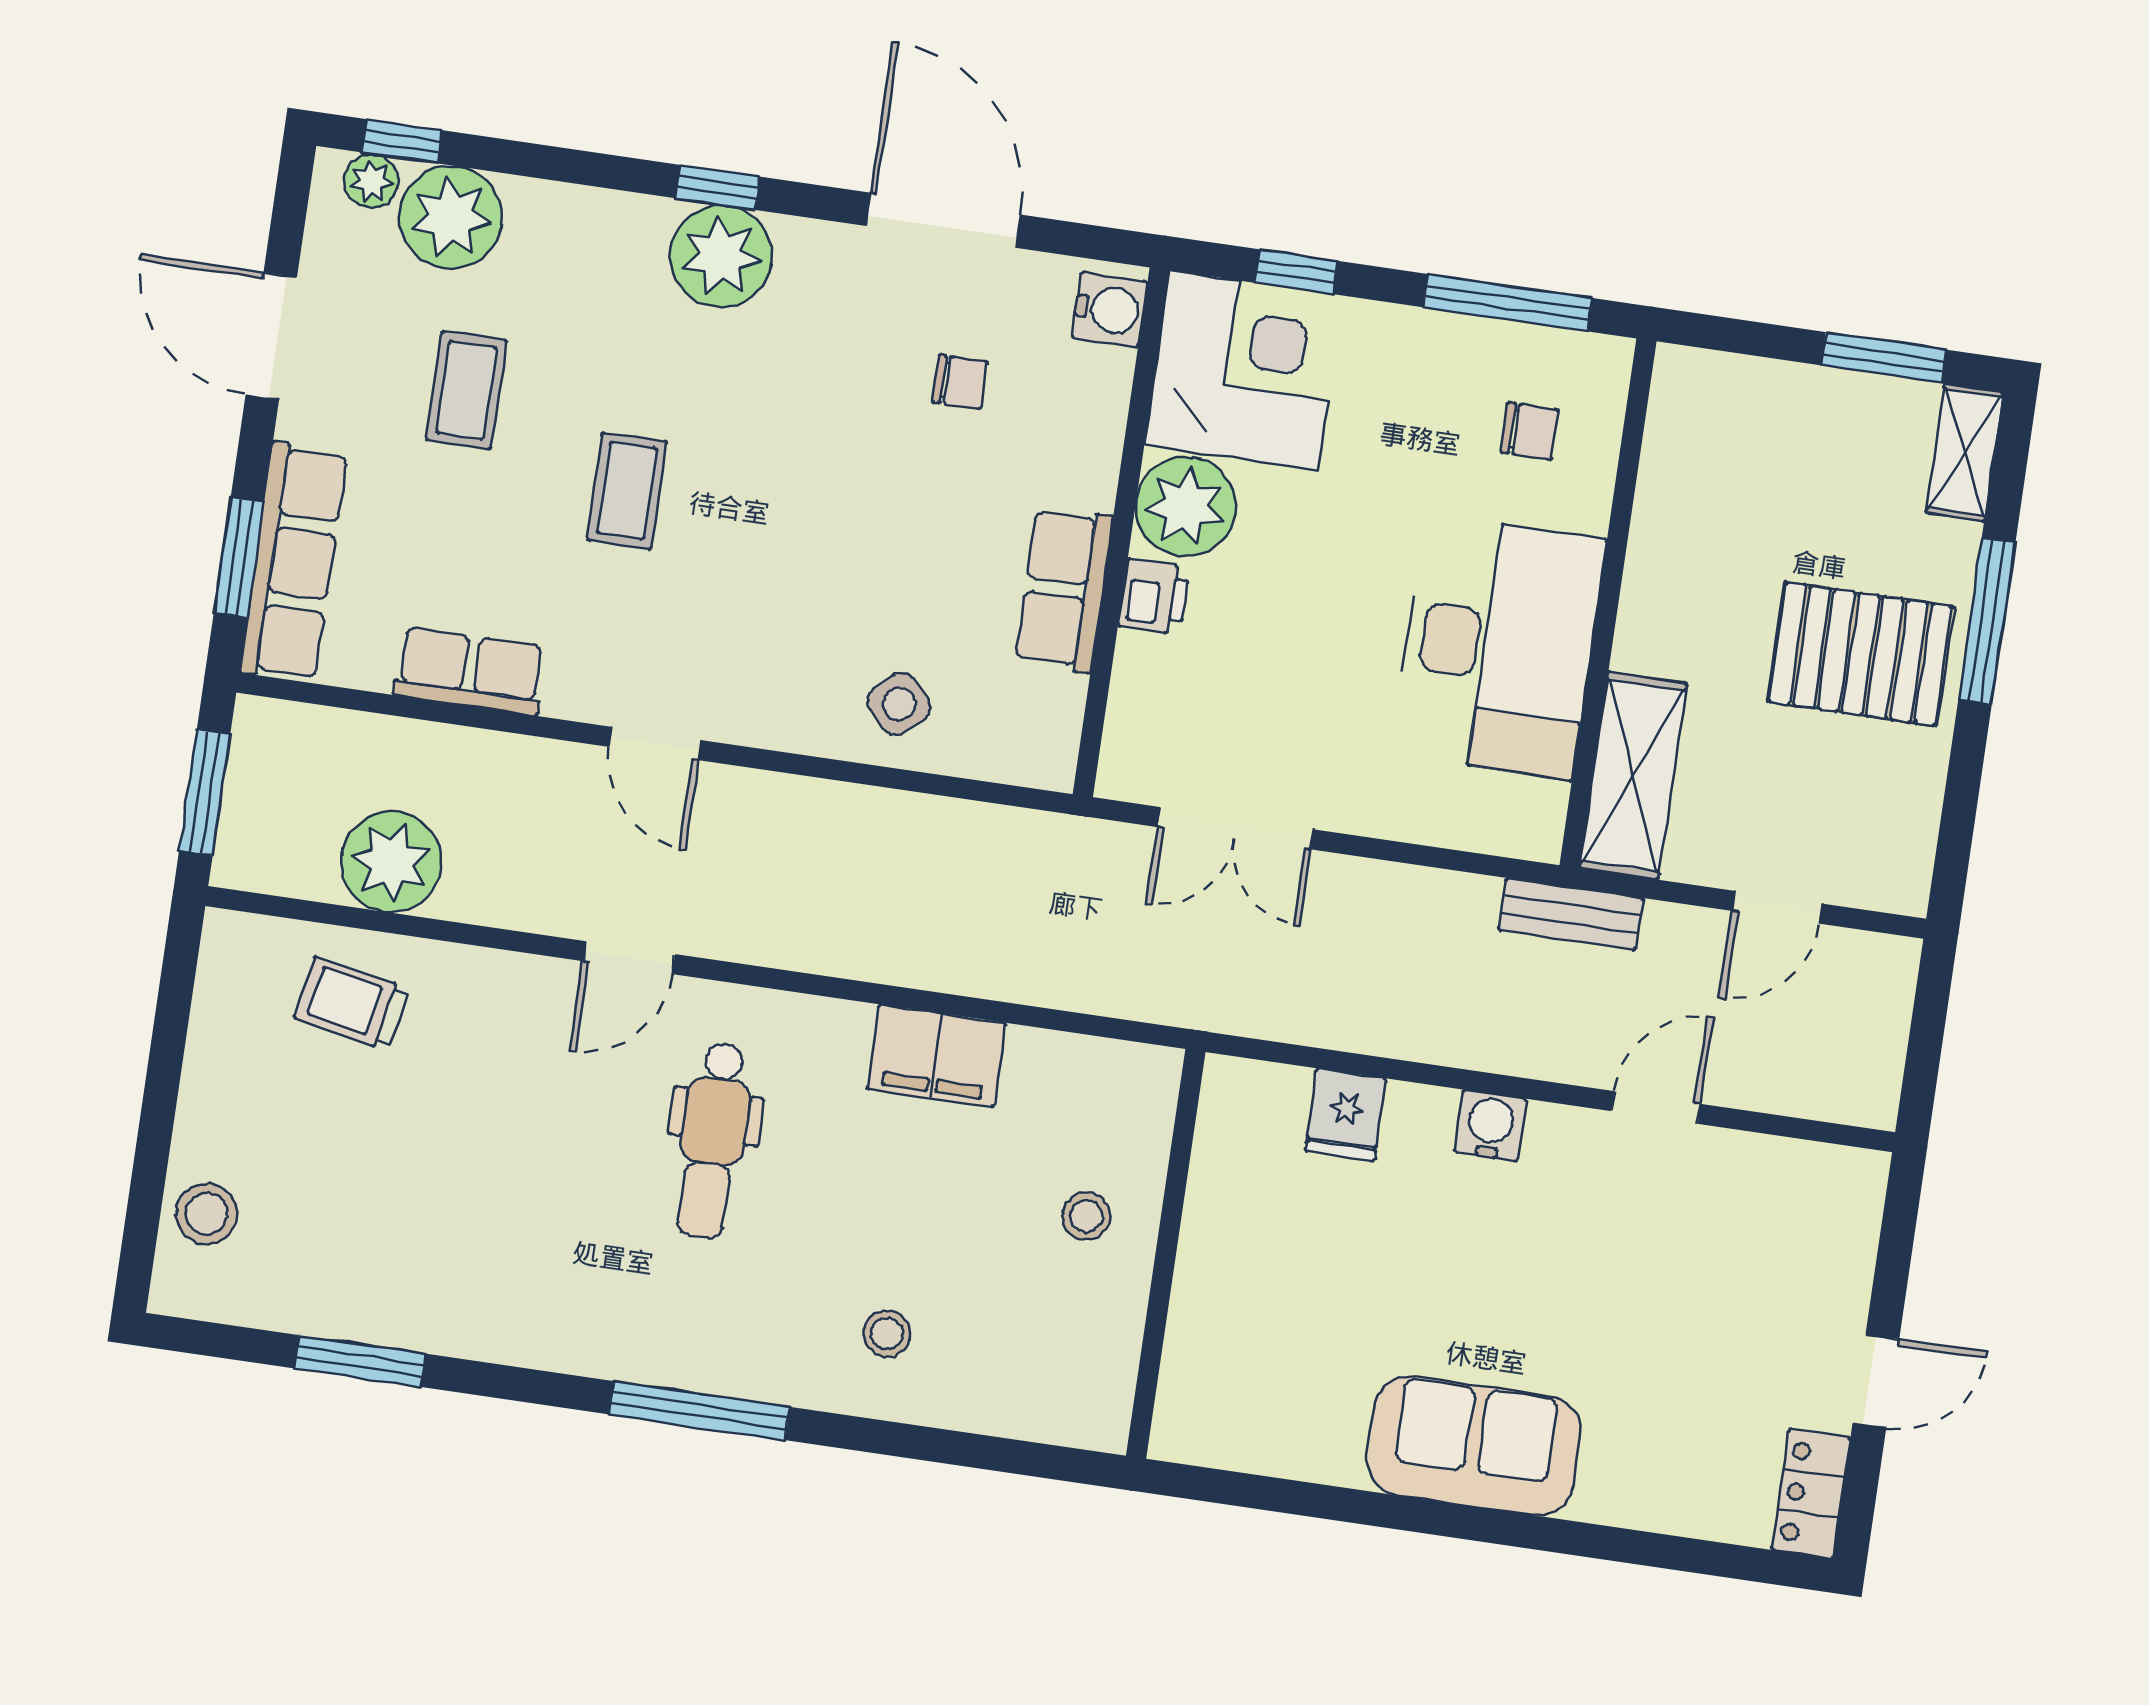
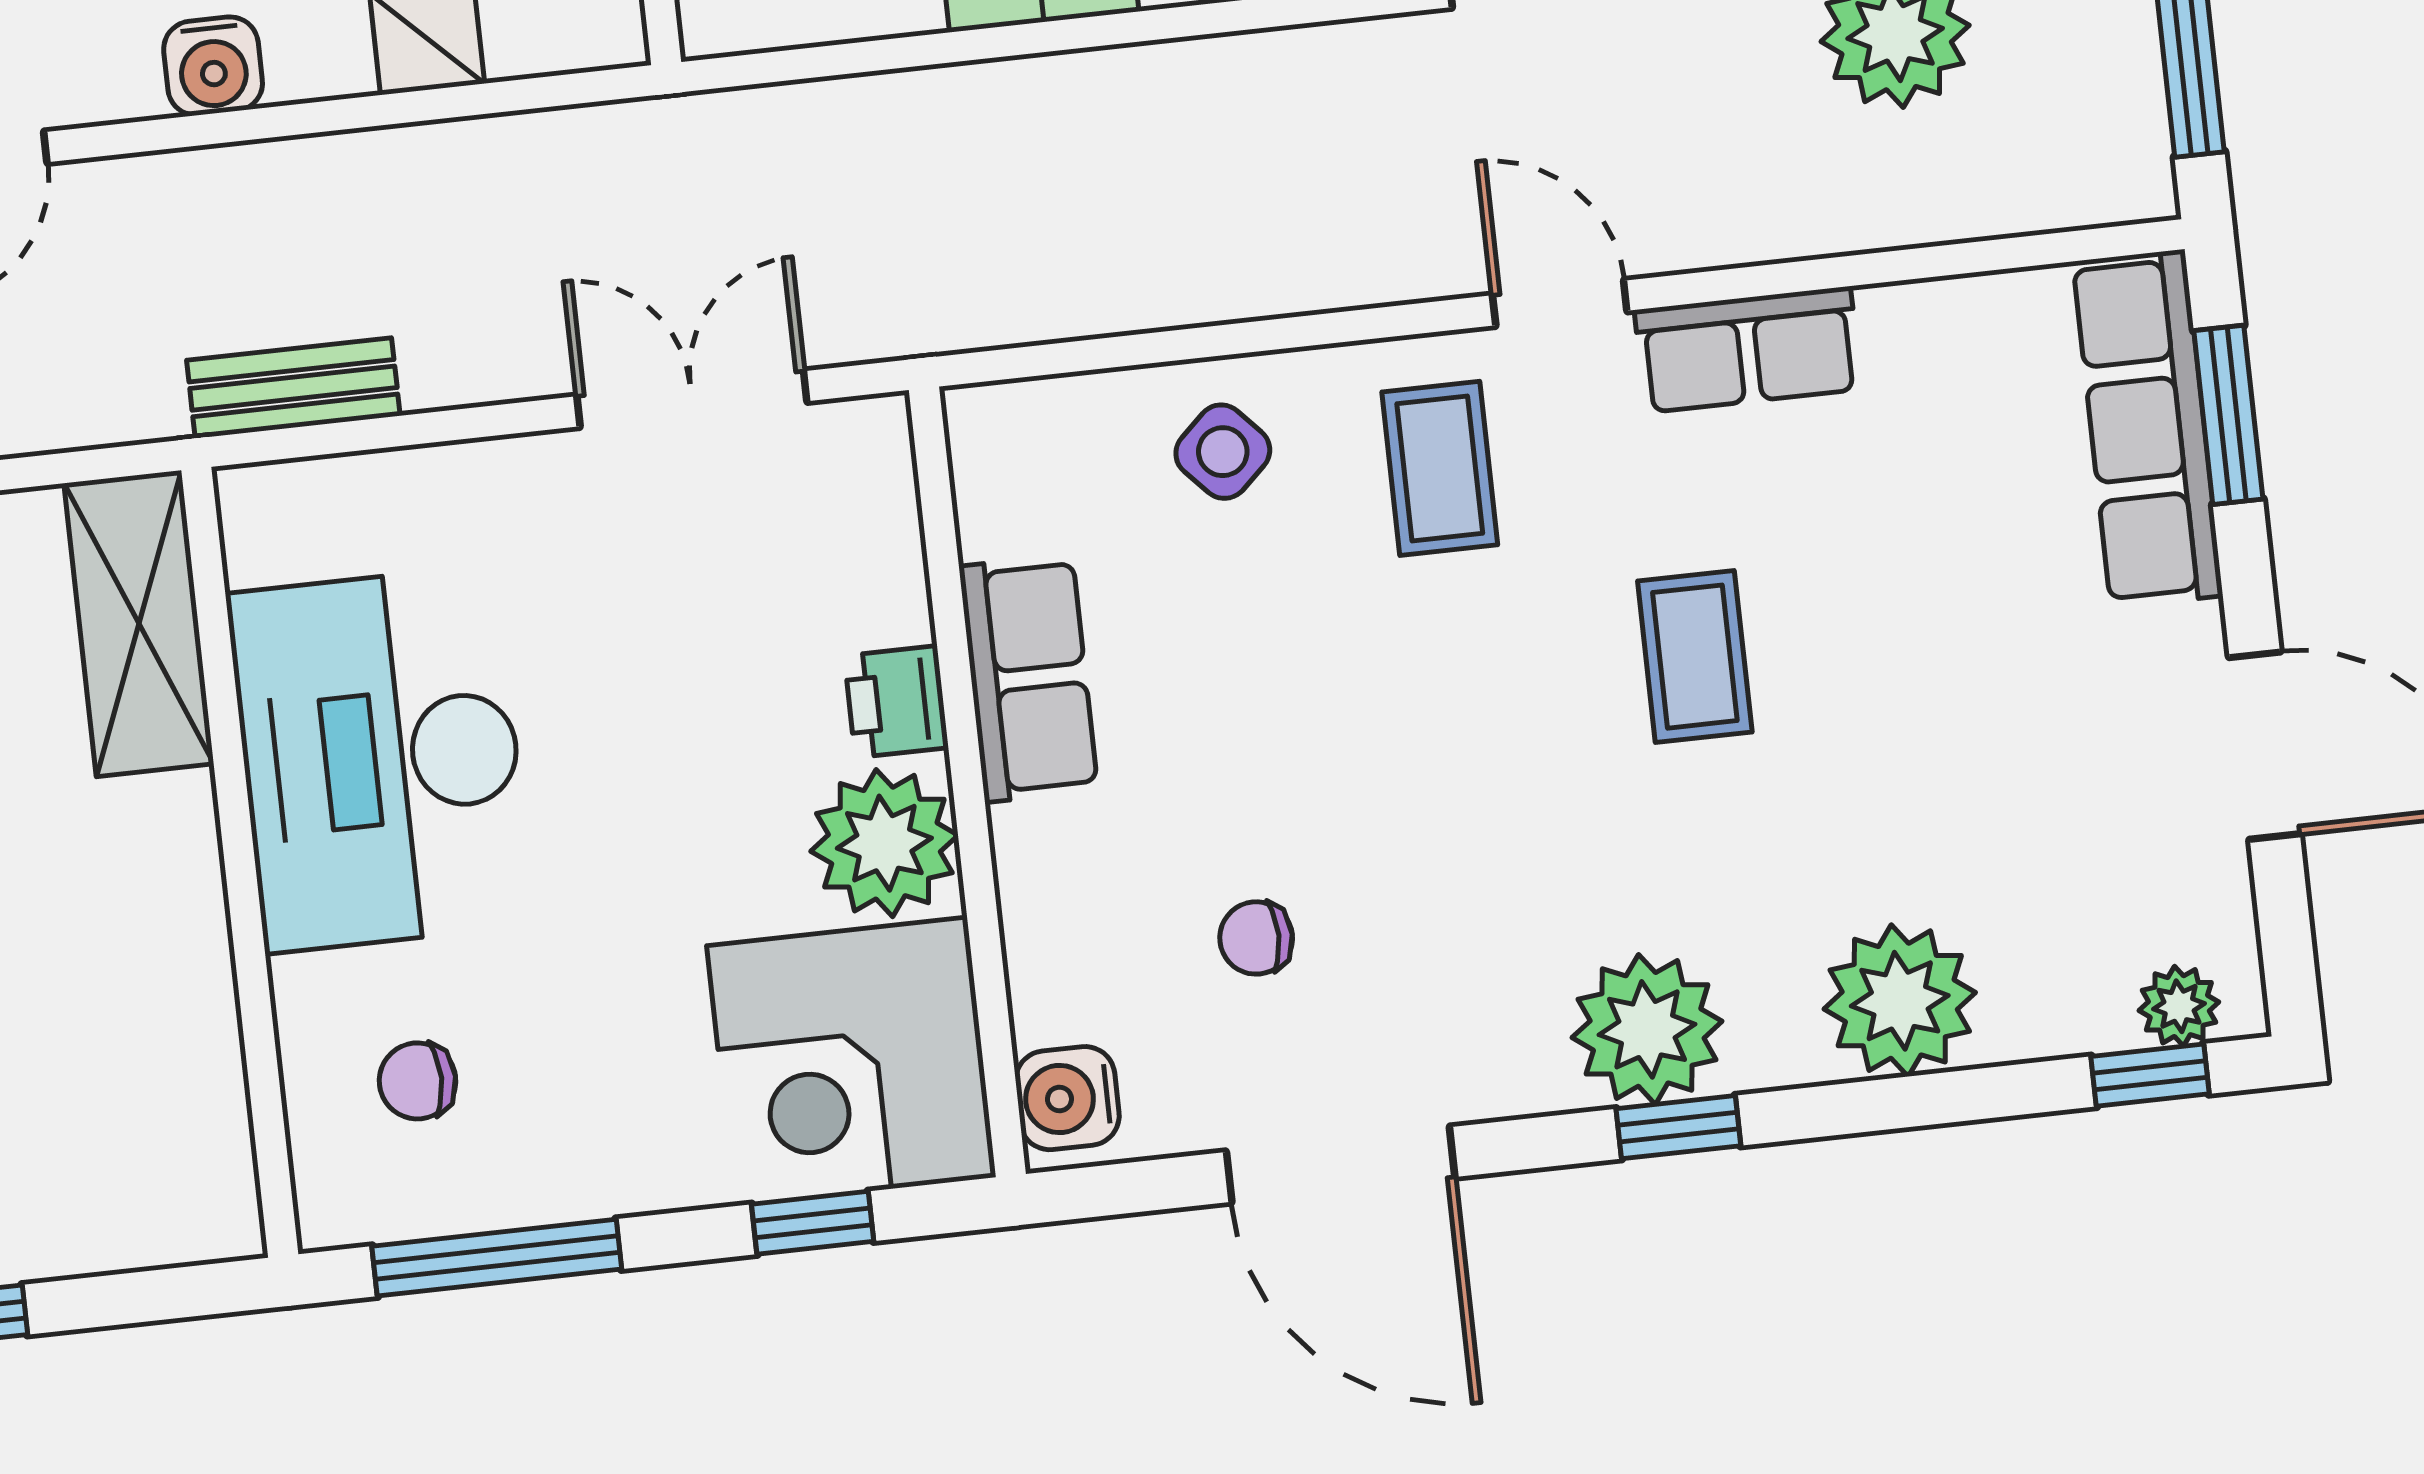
plant: (451, 217) -> (1900, 1001), moved
coffee table: (466, 390) -> (1440, 468), moved
row of seats: (470, 671) -> (1748, 350), moved
bench: (1571, 914) -> (293, 388), moved

